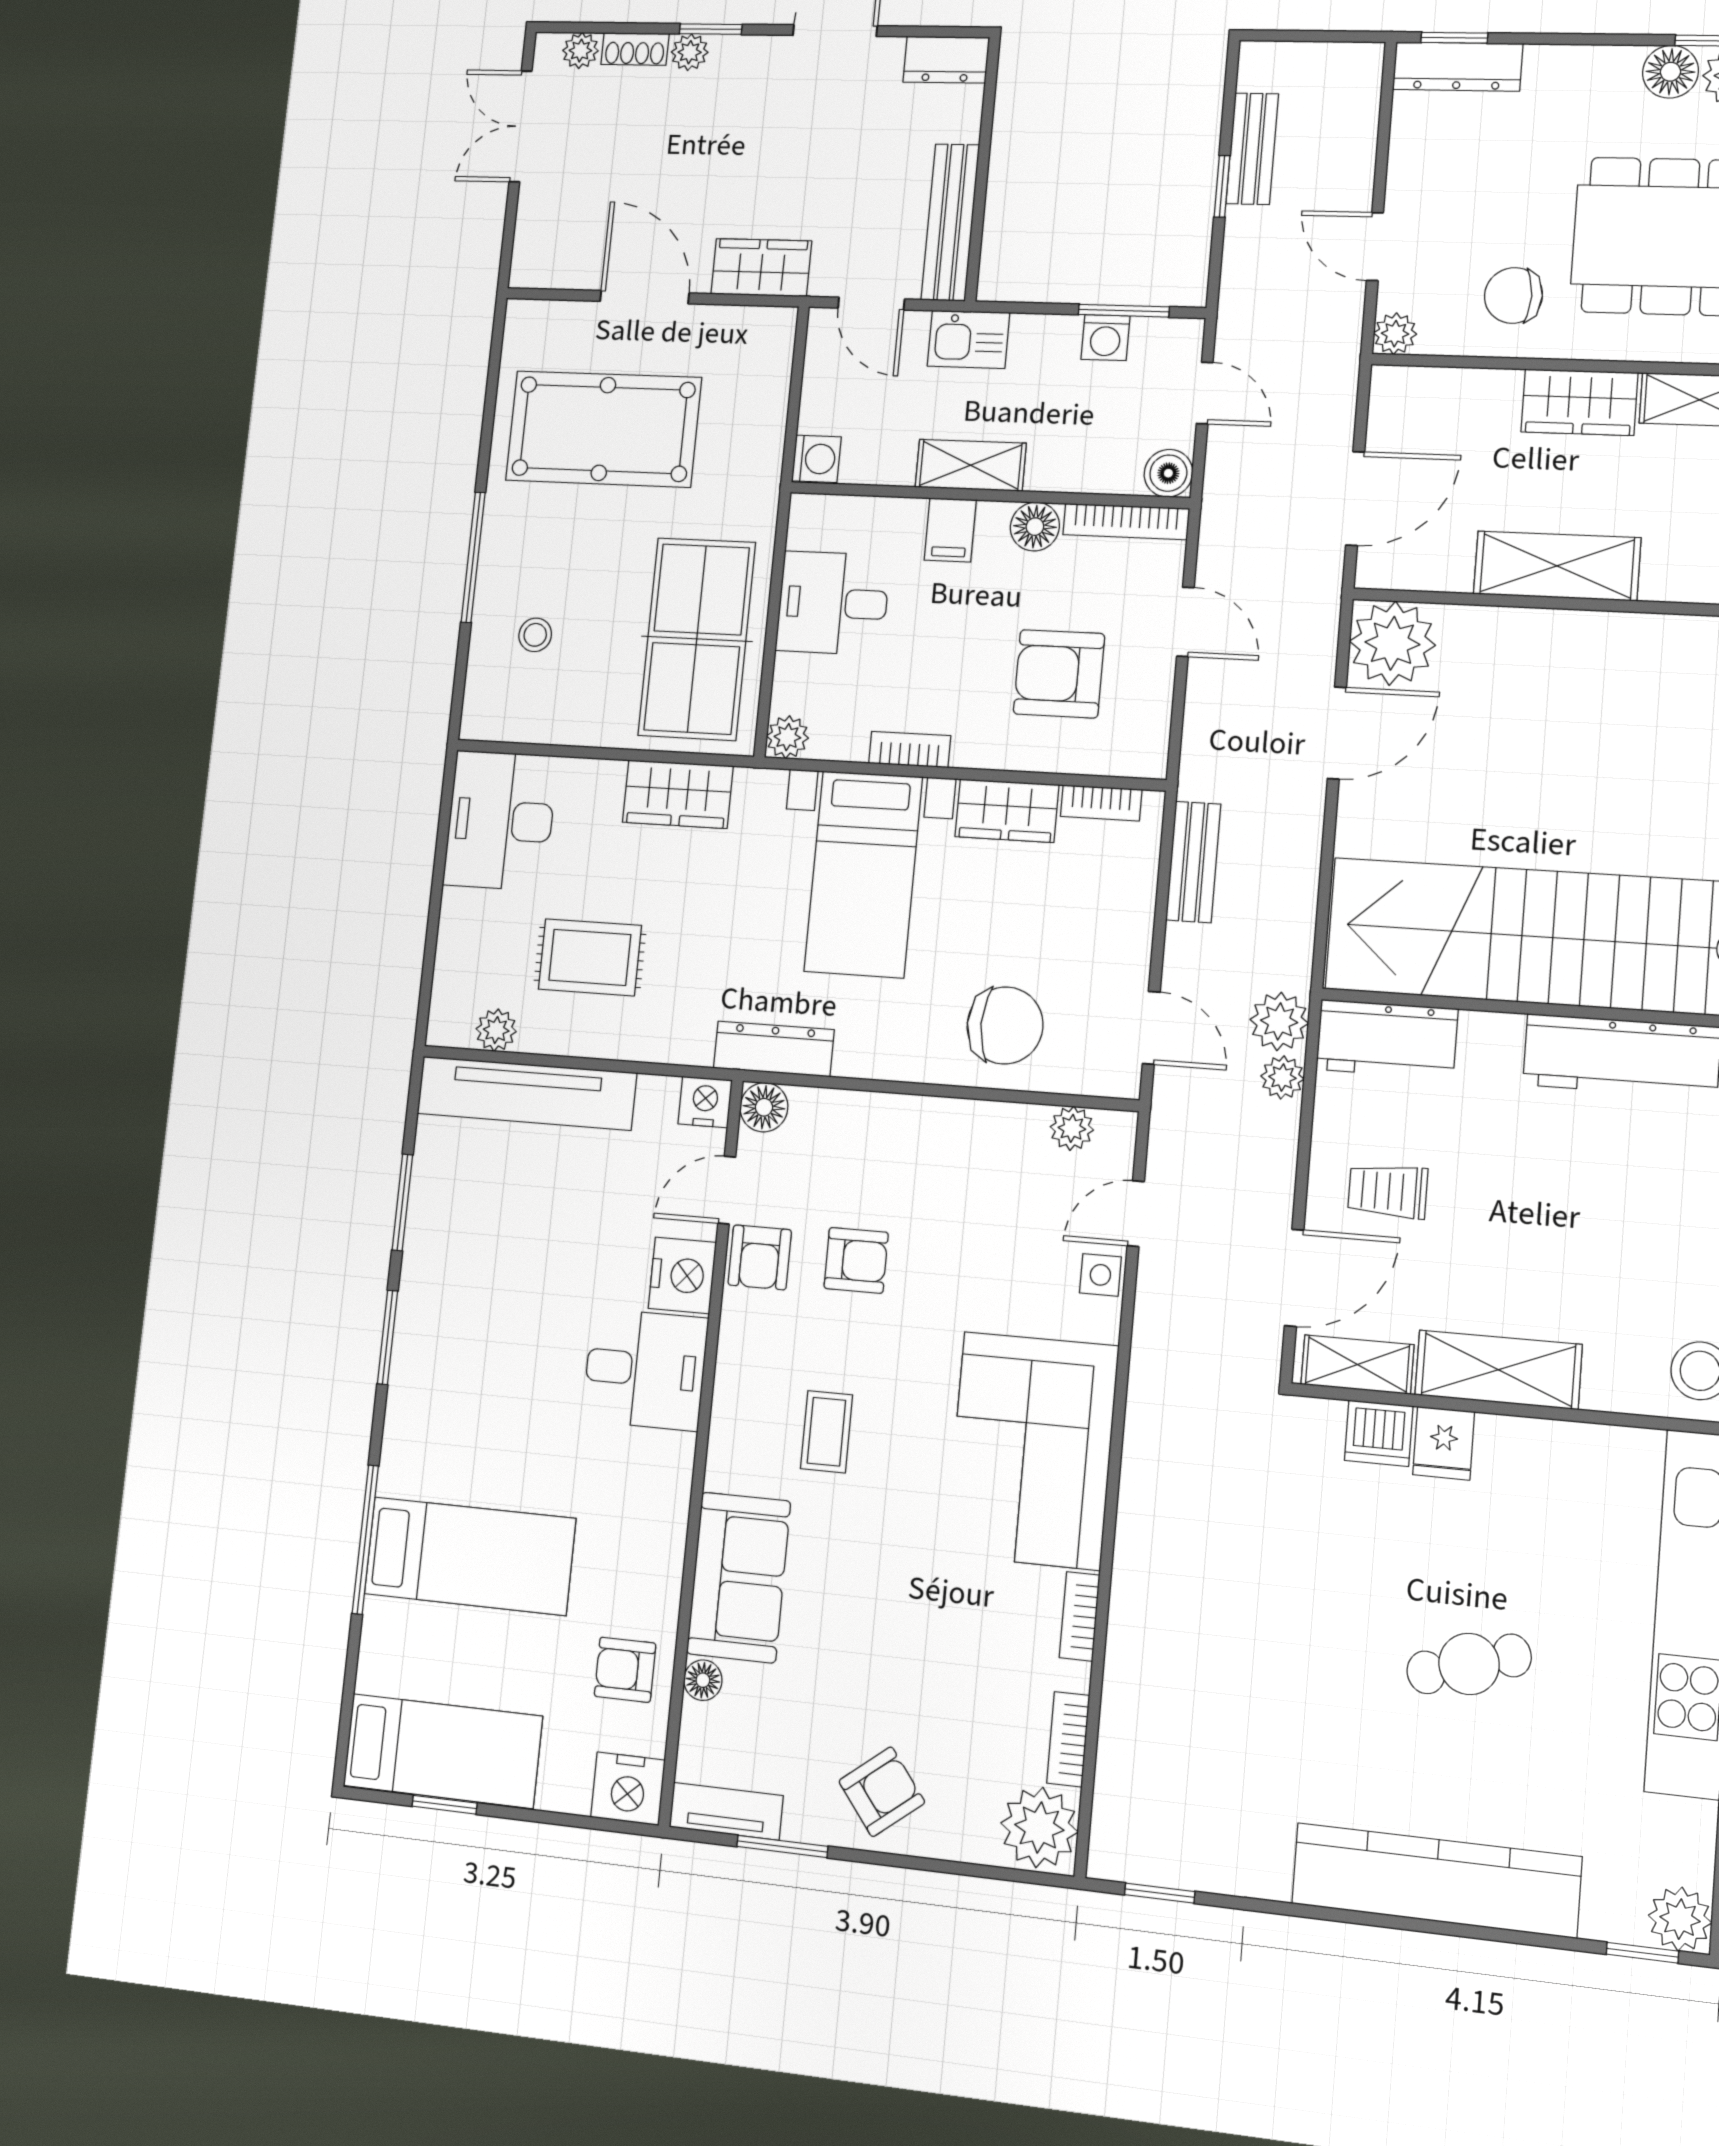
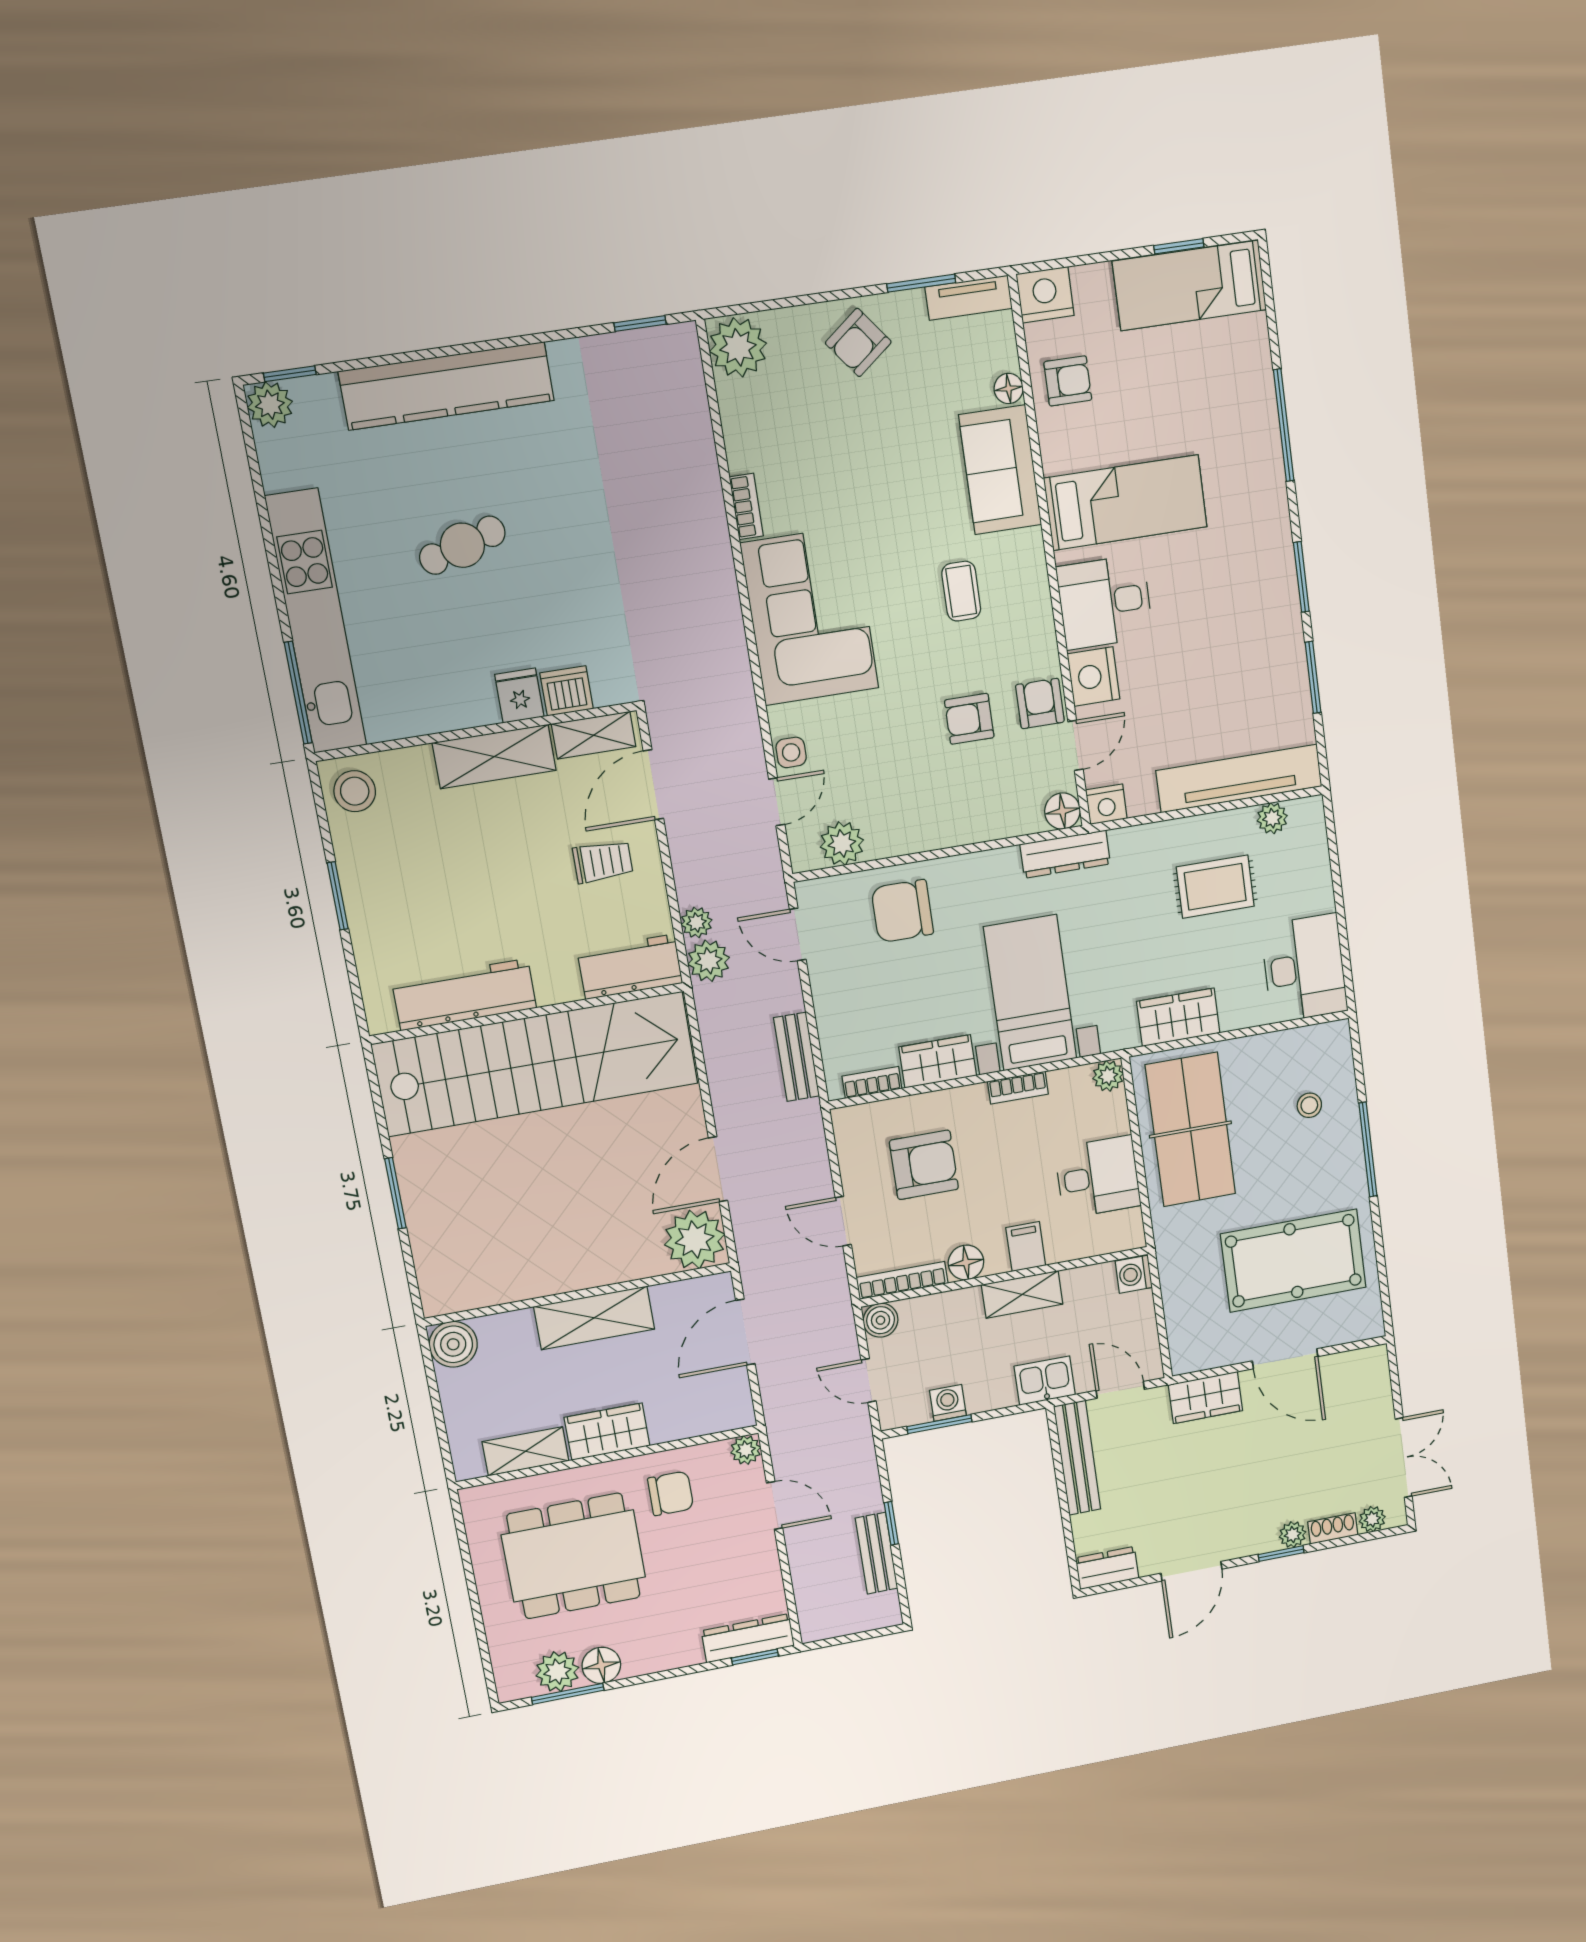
plant: (1072, 1128) -> (842, 844), width x1.38, depth x1.38
bed: (470, 1556) -> (1126, 503), moved, turned 180
bookcase: (1068, 1739) -> (733, 416), removed

